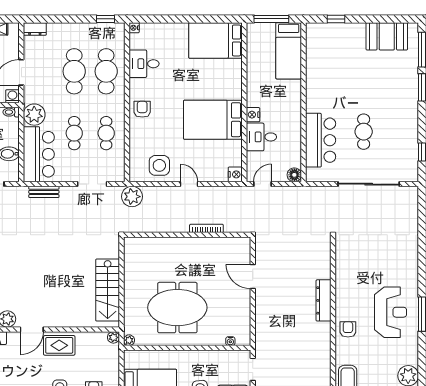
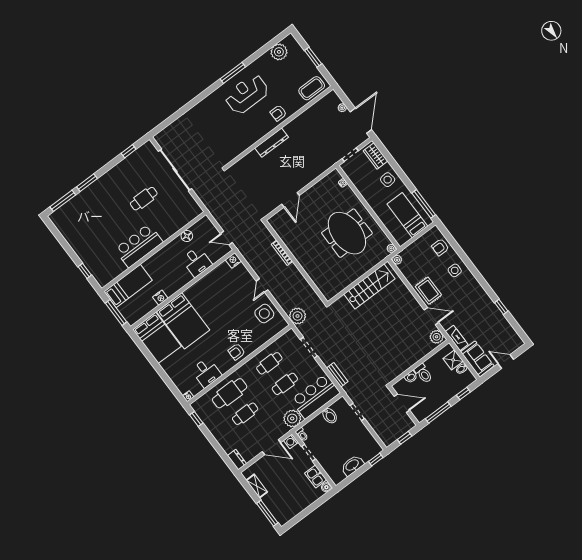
booth: (387, 36) -> (71, 230), removed
cafe table: (74, 71) -> (245, 414), width x0.73, depth x0.74
nightstand: (253, 115) -> (160, 298), moved
bed: (213, 120) -> (183, 321), moved
bar counter: (321, 140) -> (139, 246), moved
floor lamp: (294, 175) -> (187, 236), moved

